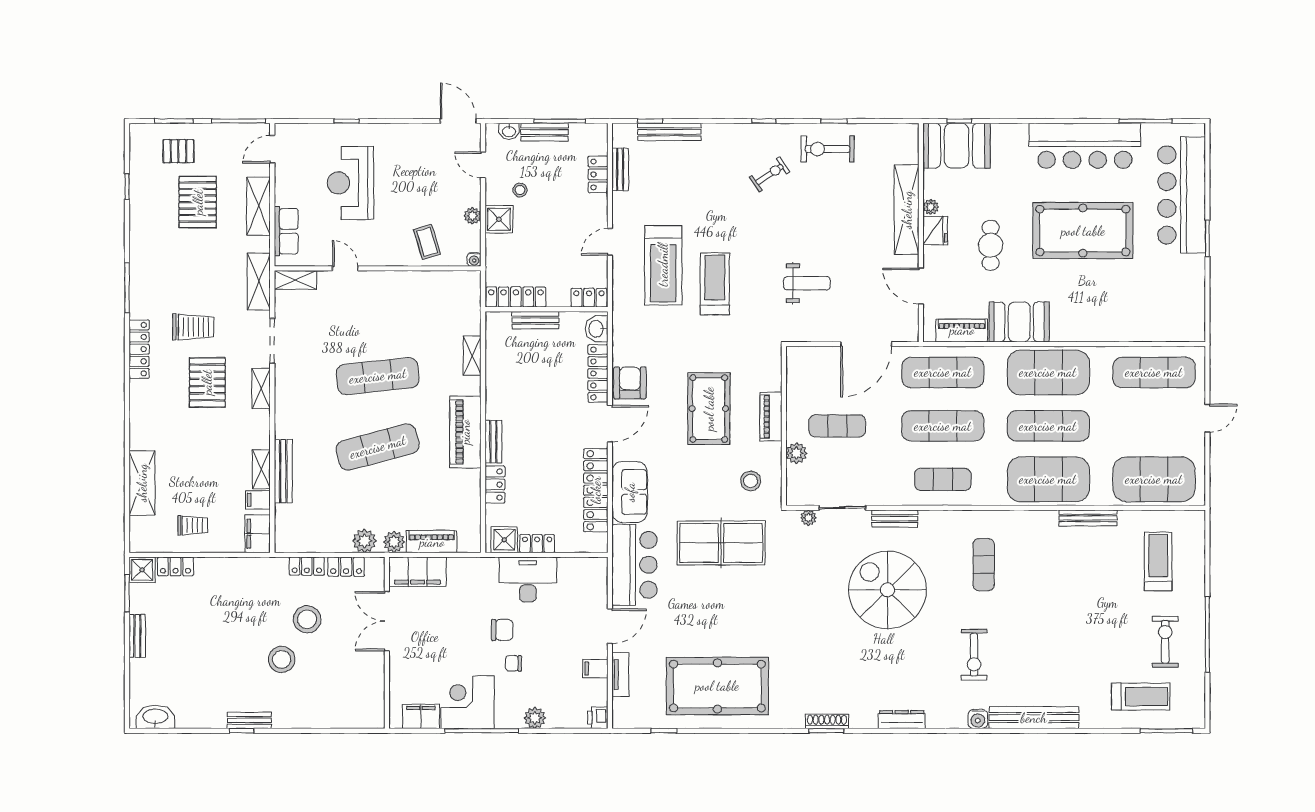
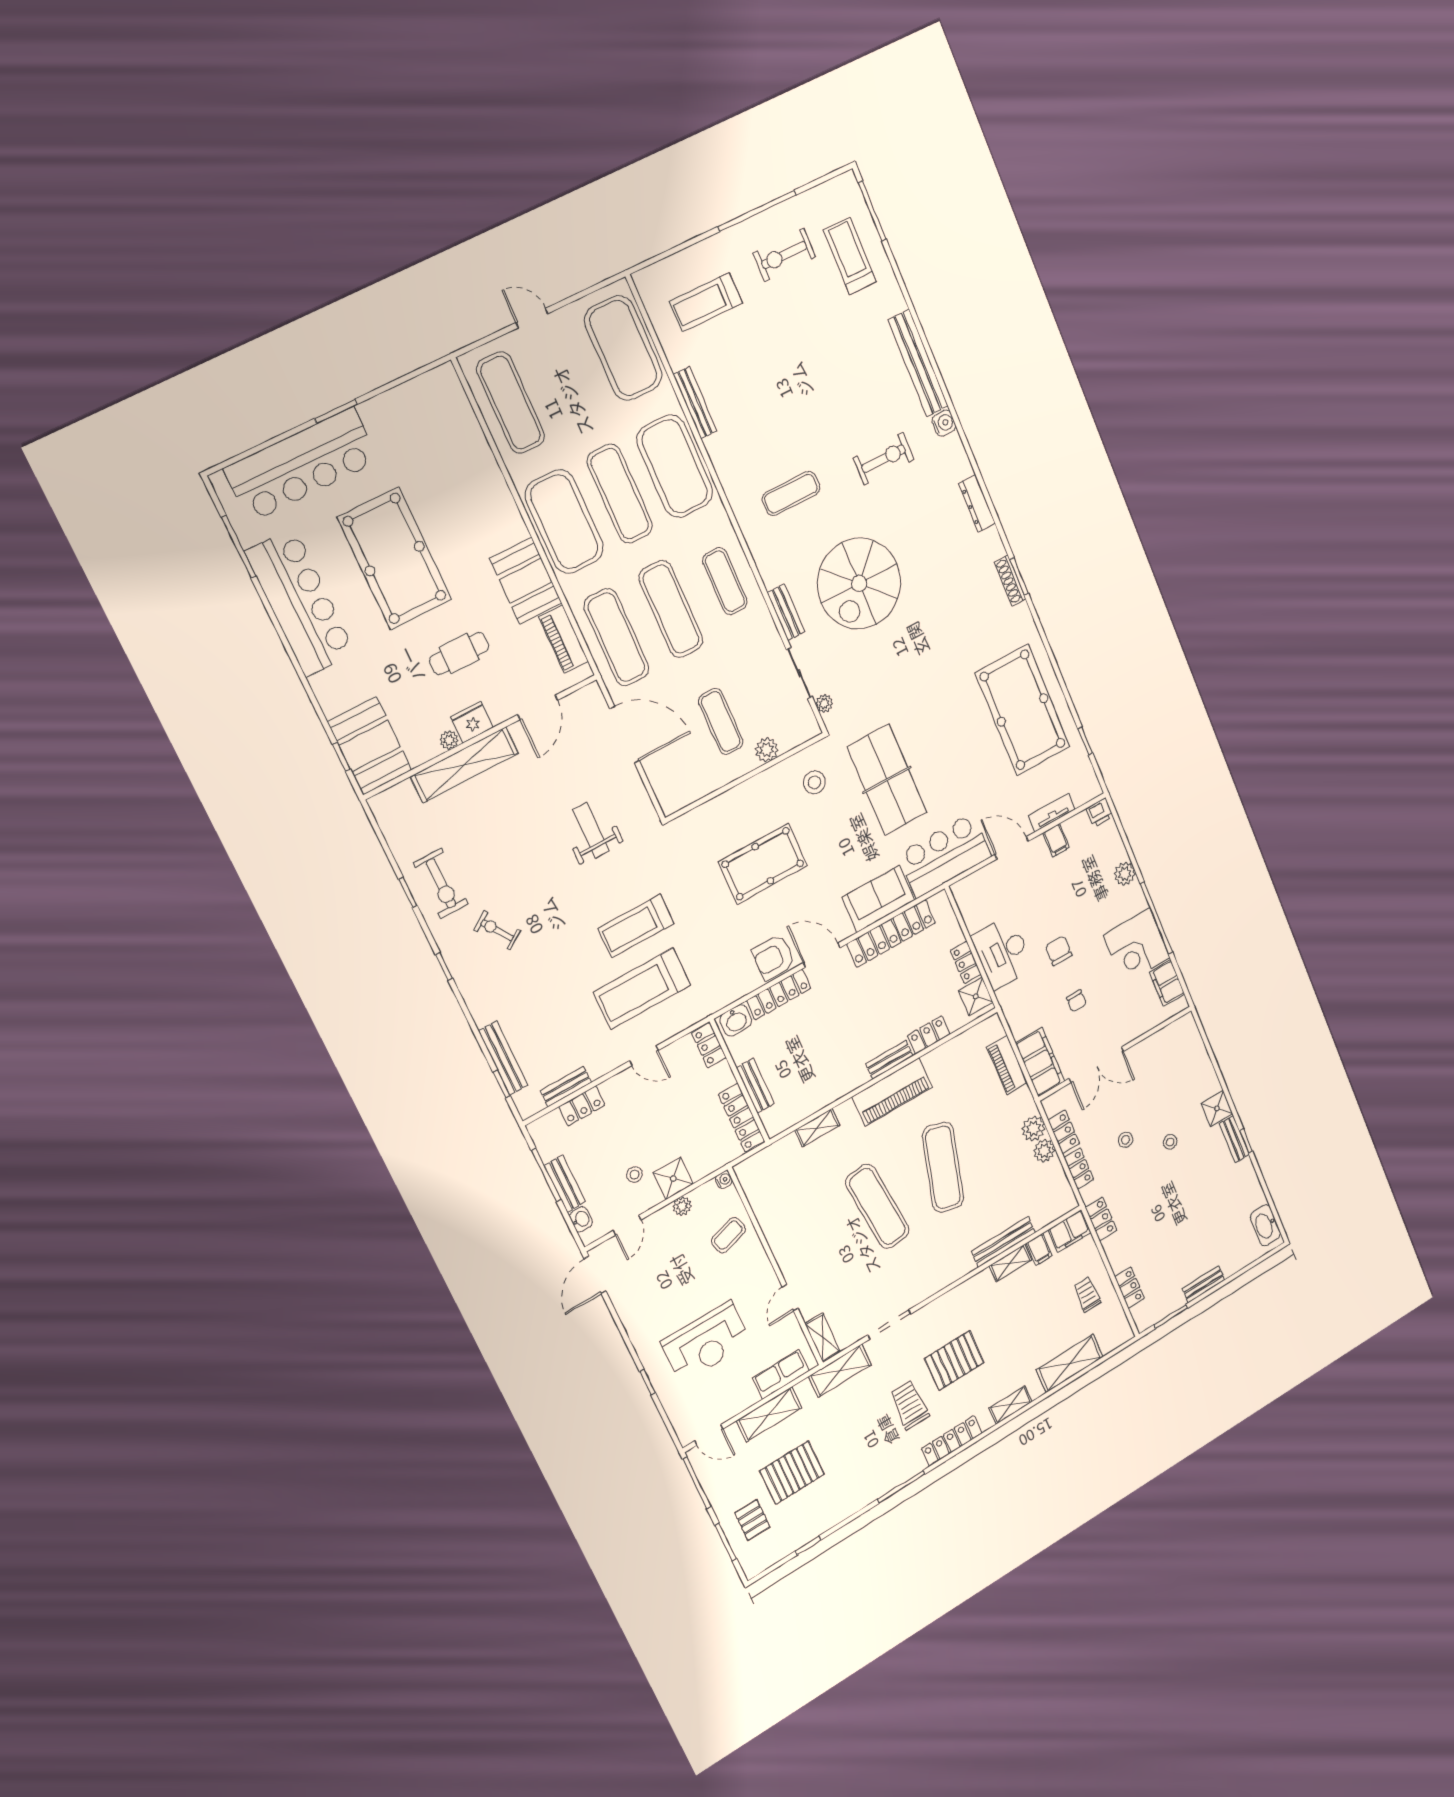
treadmill: (663, 265) -> (642, 989), turned 180
shelving: (261, 388) -> (1011, 1405), moved
piano: (771, 417) -> (742, 796), removed
exercise mat: (378, 447) -> (943, 1167), turned 30
plant: (394, 542) -> (1044, 1151), moved
locker: (251, 567) -> (1101, 1219), added
shower: (142, 570) -> (1217, 1108), moved
stool: (307, 619) -> (1126, 1140), width x0.53, depth x0.53
stool: (282, 659) -> (1170, 1142), width x0.53, depth x0.53
chair: (513, 663) -> (1077, 1001), moved

